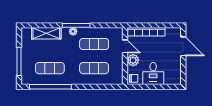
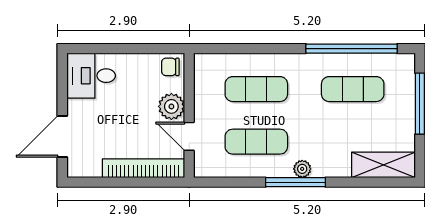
shelving: (46, 33) -> (384, 165), moved
door: (183, 46) -> (62, 136), hinge flipped
desk: (153, 73) -> (91, 76), moved, turned -90

